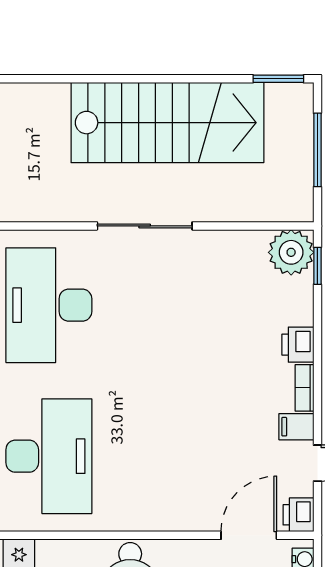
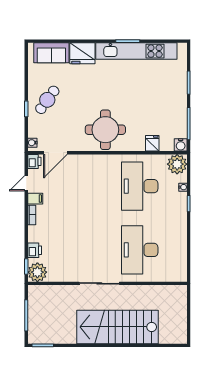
stairs: (167, 123) -> (117, 327), moved
desk: (49, 305) -> (140, 250), turned 180
printer: (298, 345) -> (35, 250), moved

